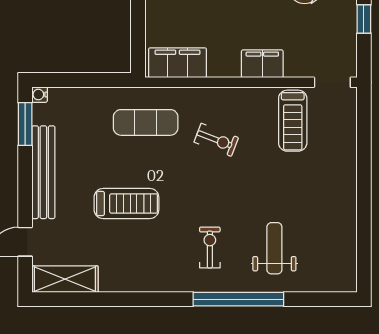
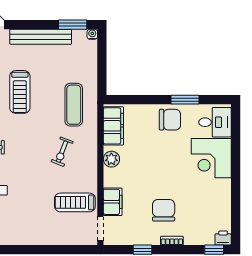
filing cabinet: (262, 64) -> (113, 202), moved
plant: (228, 66) -> (111, 159), added

